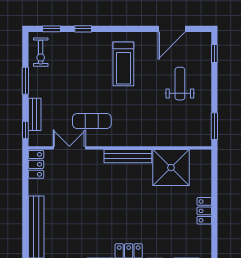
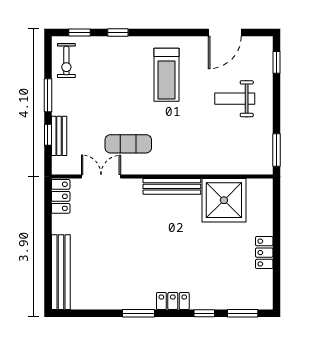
weight bench: (180, 84) -> (235, 99), turned -90
window: (25, 130) -> (48, 135), moved

